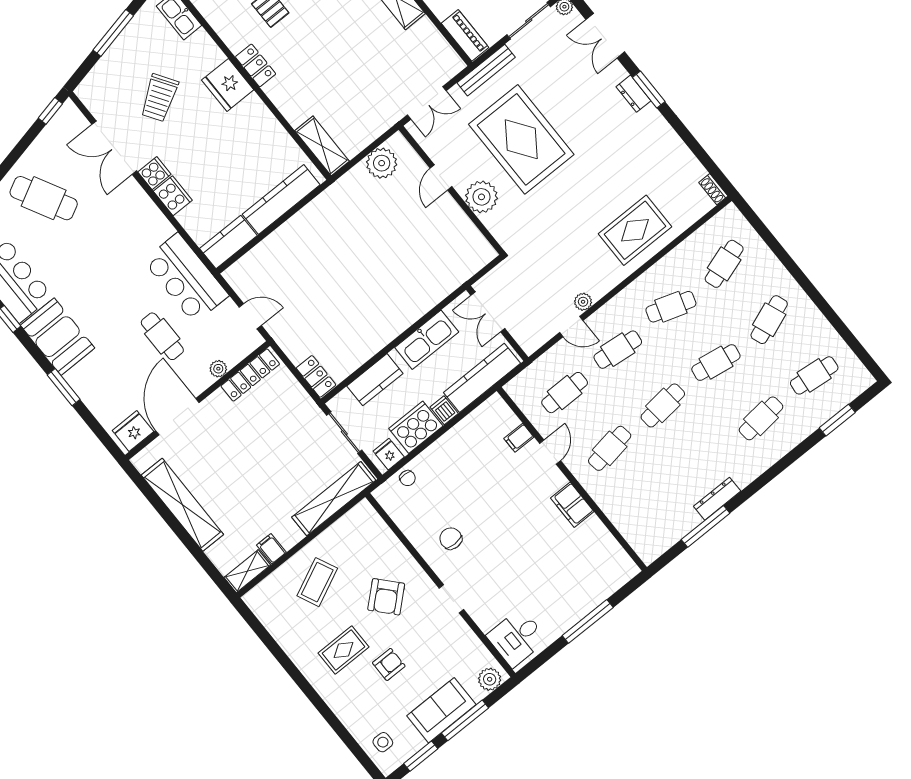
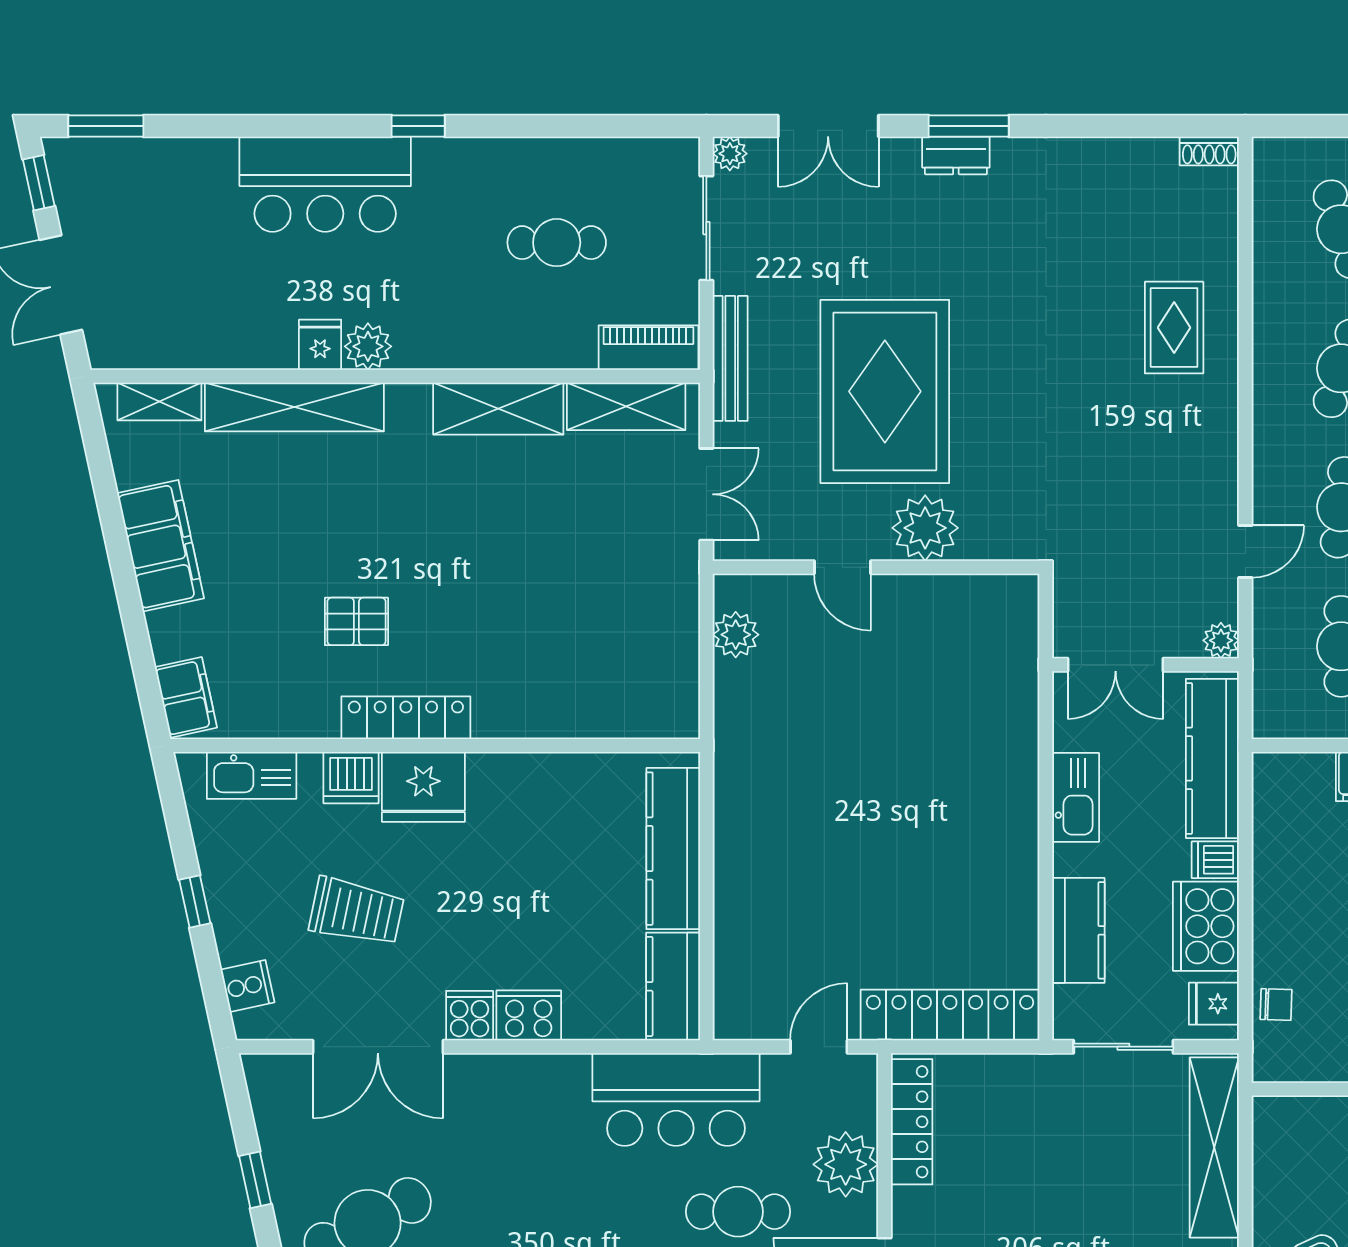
window: (113, 33) -> (195, 901), width x0.46
dishwasher: (209, 54) -> (351, 778), added
locker: (256, 65) -> (406, 718), width x1.53
cooker: (97, 79) -> (247, 986), added
trolley: (159, 98) -> (357, 912), turned -45
window: (50, 111) -> (255, 1180), moved
rug: (521, 139) -> (885, 391), turned 90
shelving: (322, 146) -> (626, 406), moved
plant: (382, 163) -> (736, 635), width x0.73, depth x0.73
rug: (635, 230) -> (1174, 328), width x0.73, depth x0.70
plant: (583, 302) -> (1221, 640), moved
kitchen sink: (427, 340) -> (1076, 797), width x0.73, depth x0.81
plant: (218, 369) -> (846, 1164), width x1.88, depth x1.88
locker: (316, 376) -> (950, 1015), width x2.16, depth x1.21

